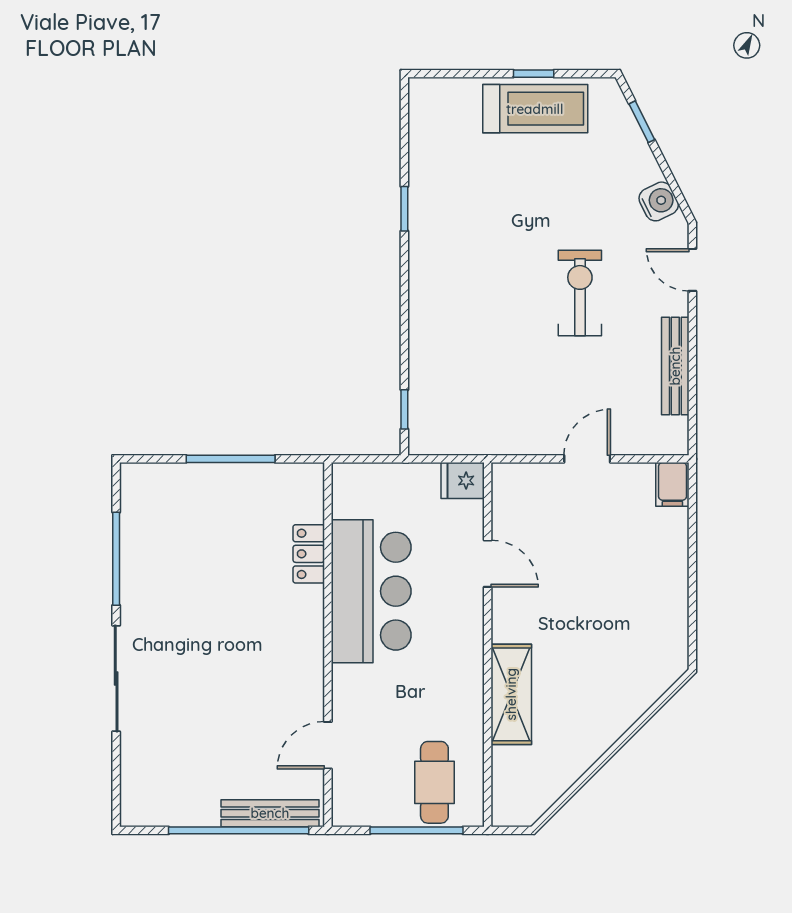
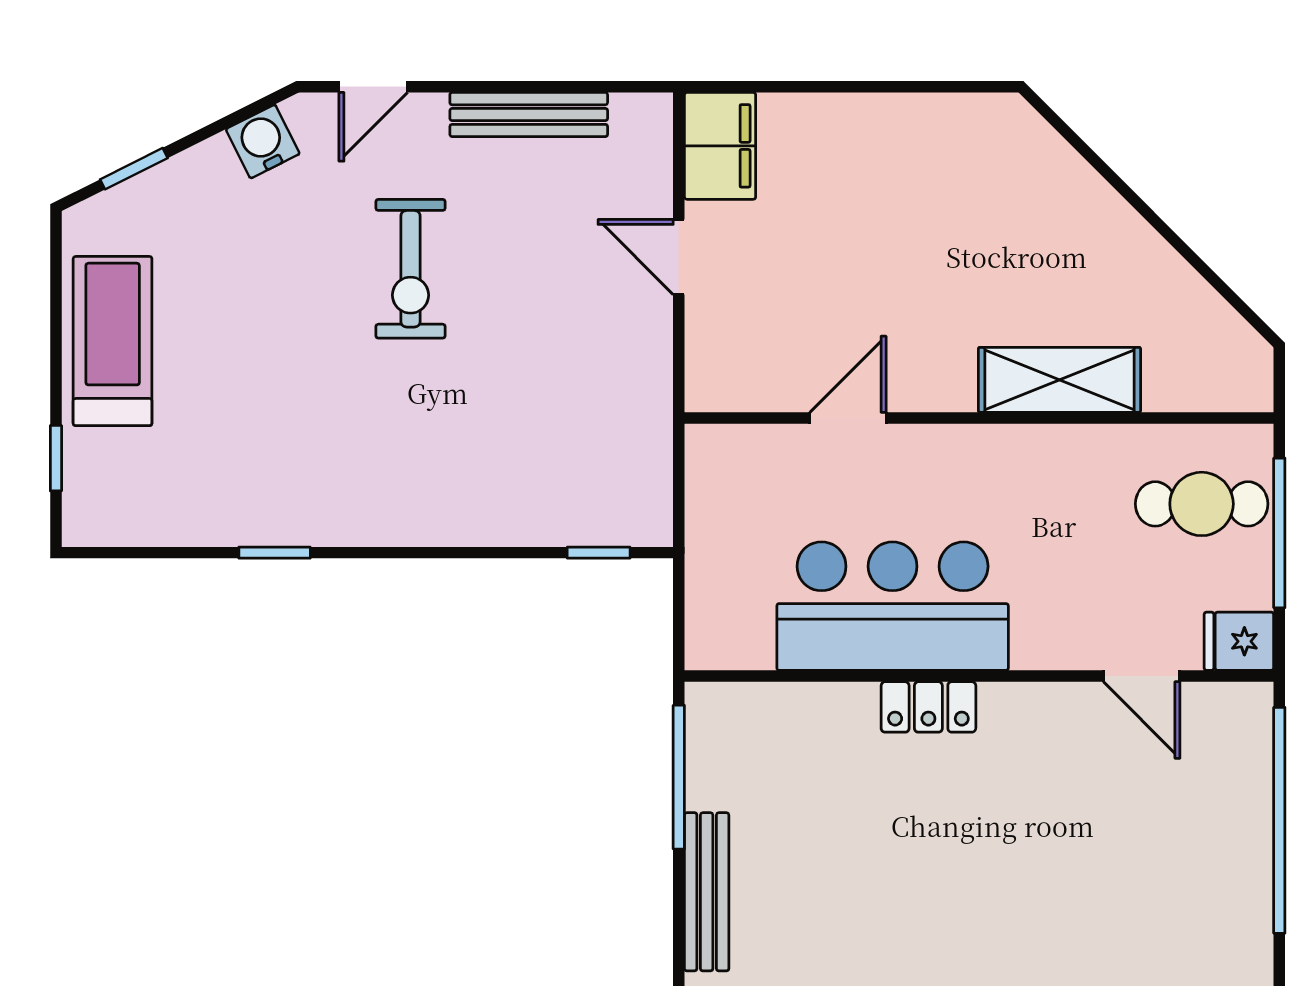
window: (534, 74) -> (56, 458), moved
exercise bike: (580, 293) -> (411, 269), turned -90
window: (231, 459) -> (679, 777), moved
fridge: (463, 481) -> (1239, 641), moved, turned 90
filing cabinet: (672, 484) -> (720, 146), width x2.00
locker: (309, 554) -> (928, 707), moved
bench: (270, 813) -> (707, 892), moved

